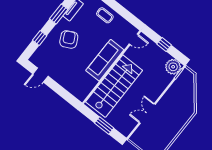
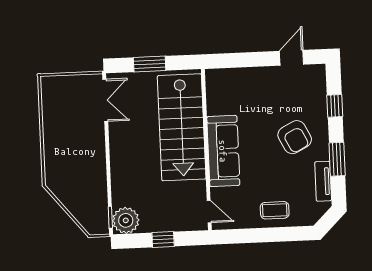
door: (134, 39) -> (209, 212), swing flipped
double door: (147, 113) -> (105, 100), moved

